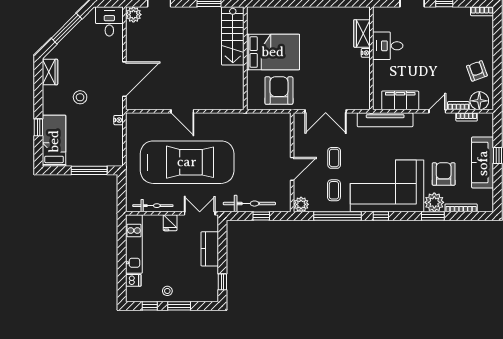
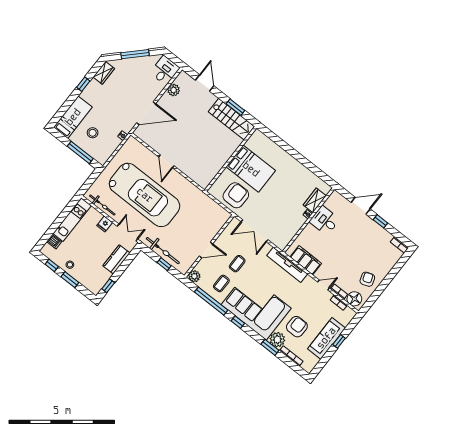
plant: (133, 15) -> (174, 90), moved
stairs: (233, 36) -> (231, 119), moved, turned -90
stool: (80, 97) -> (93, 133), moved
window: (38, 127) -> (83, 84), moved

